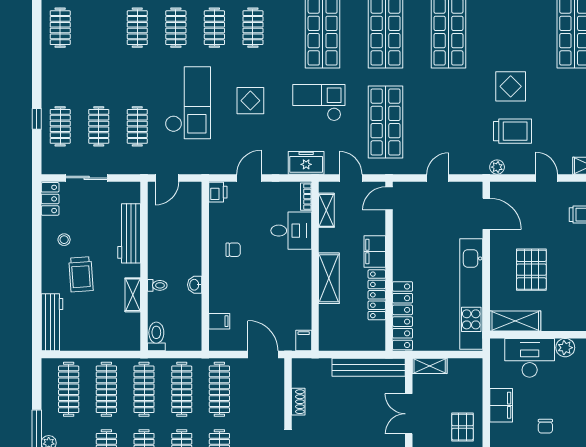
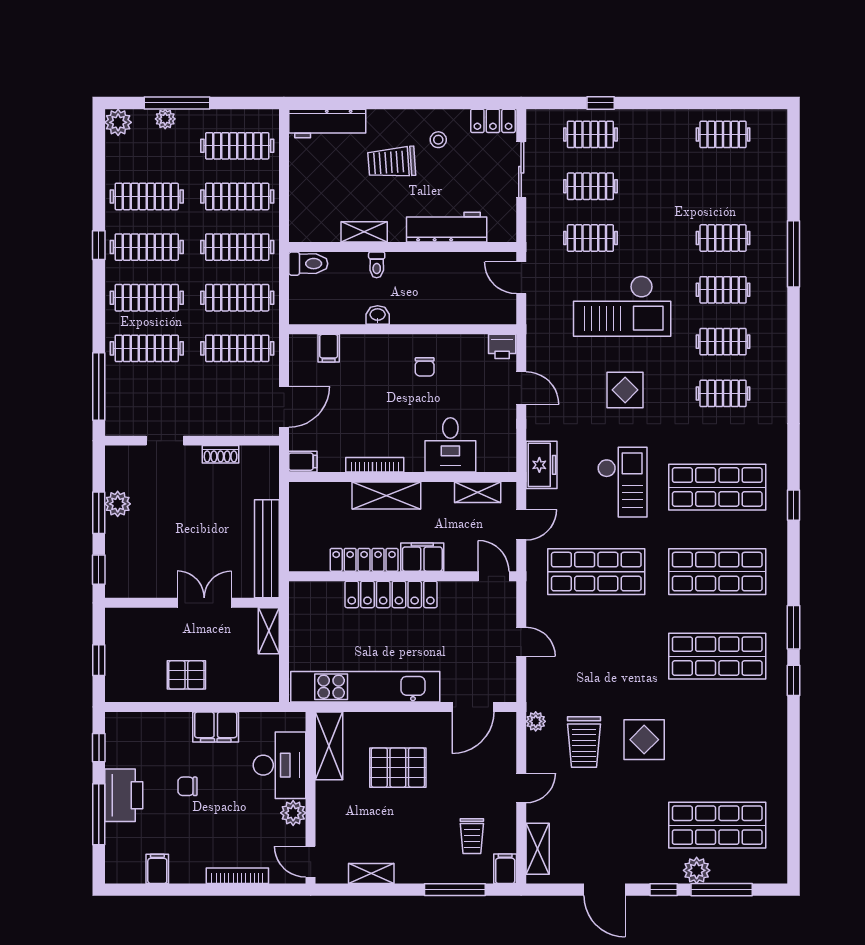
bookcase: (306, 197) -> (375, 465), moved, width x1.56
locker: (403, 316) -> (391, 594), moved

